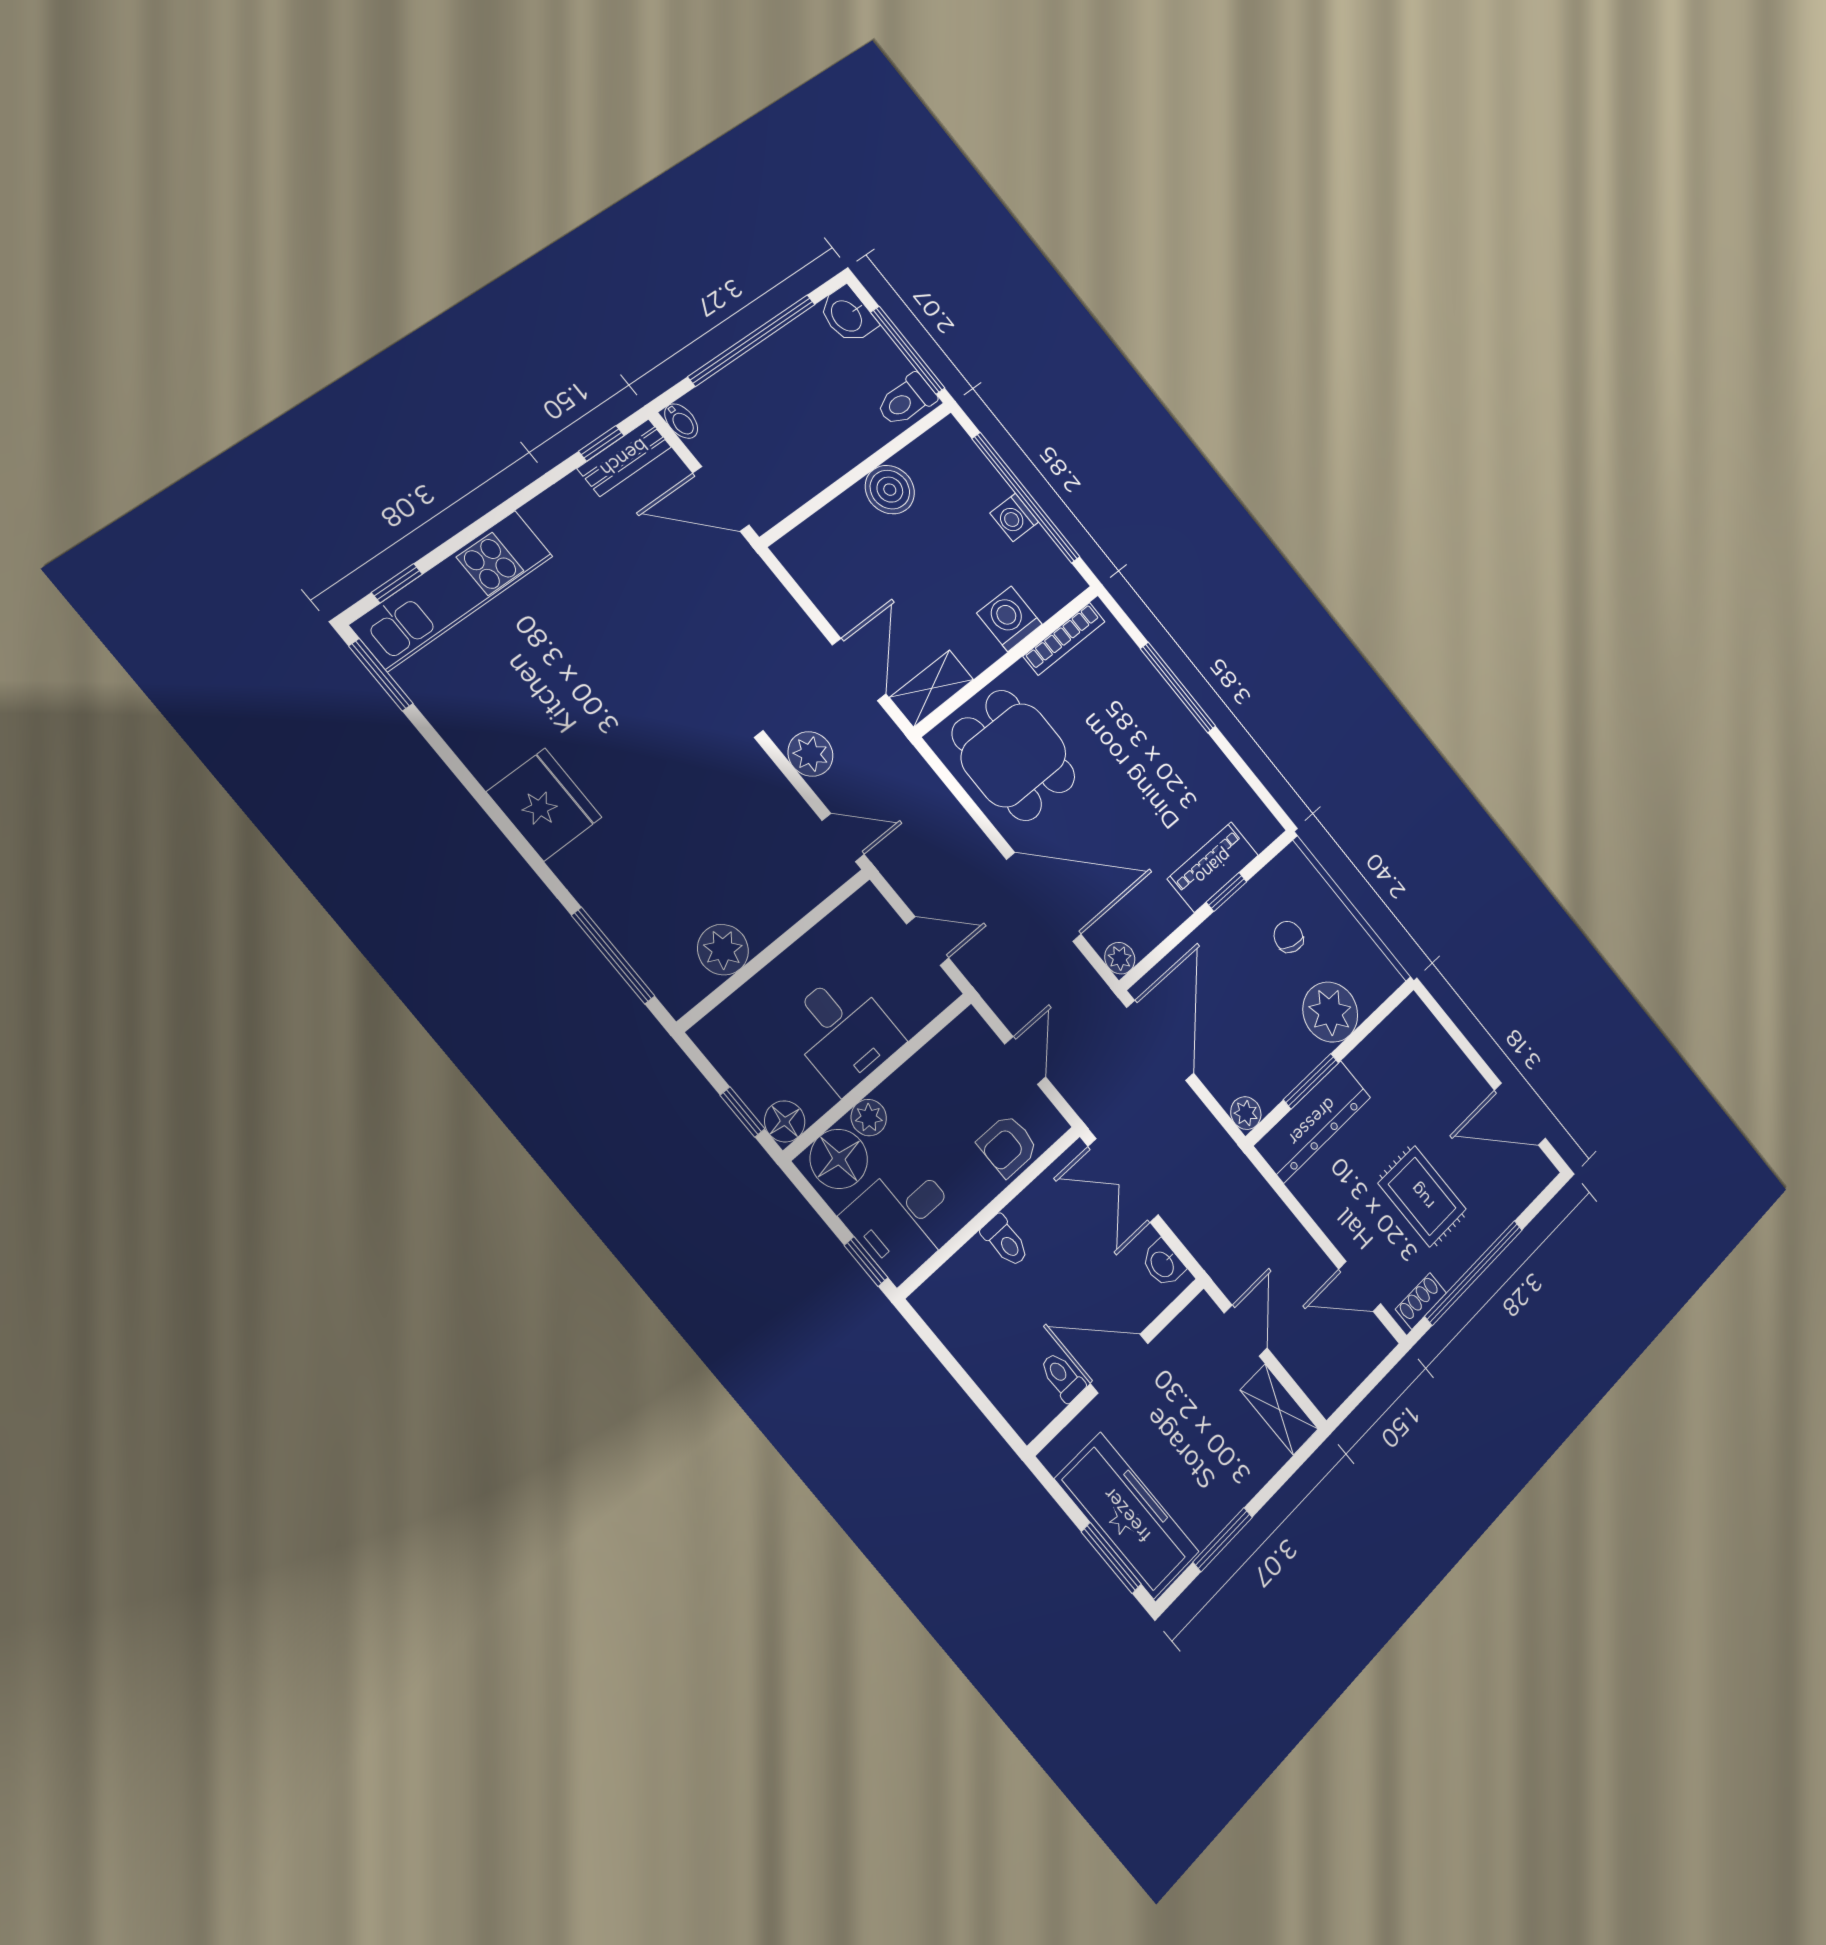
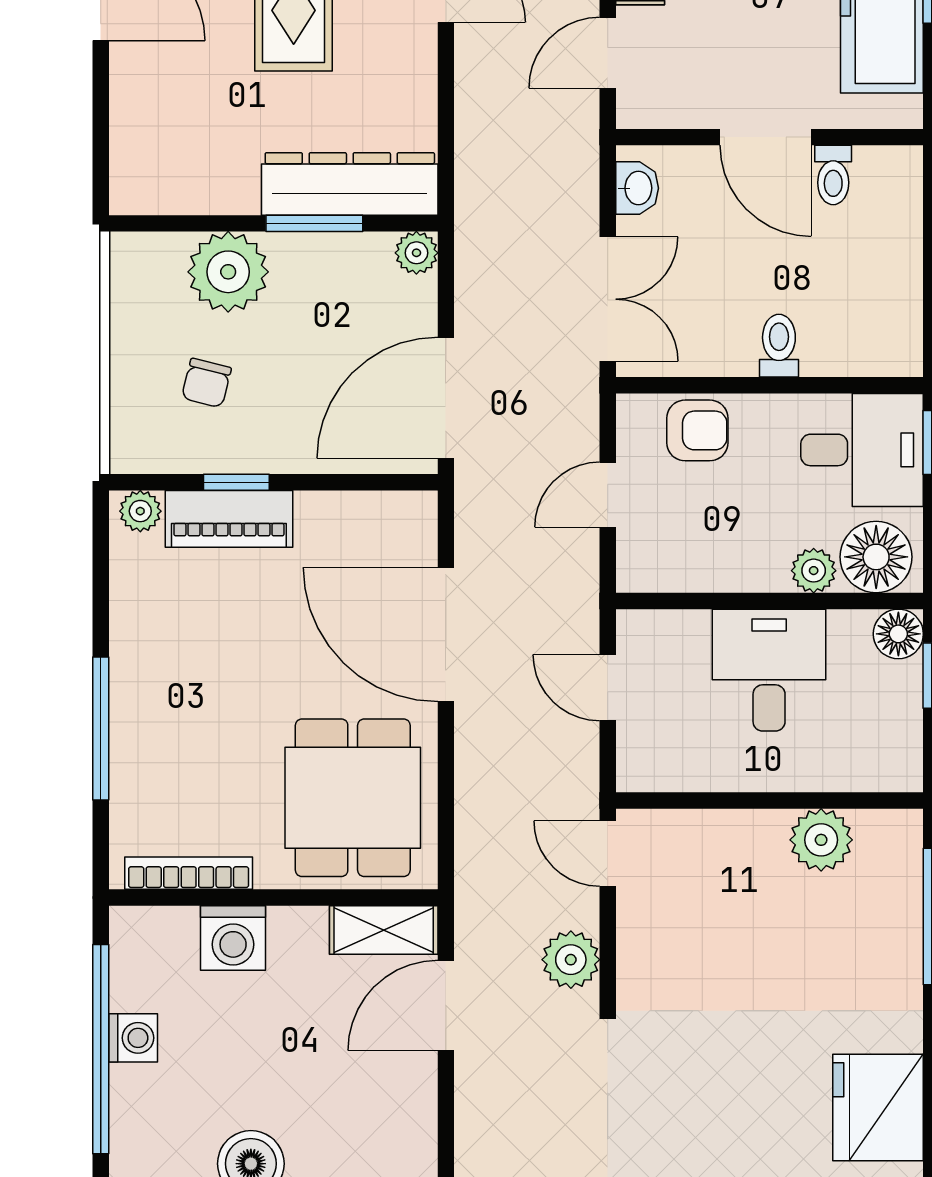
plant: (1120, 958) -> (140, 511), moved

